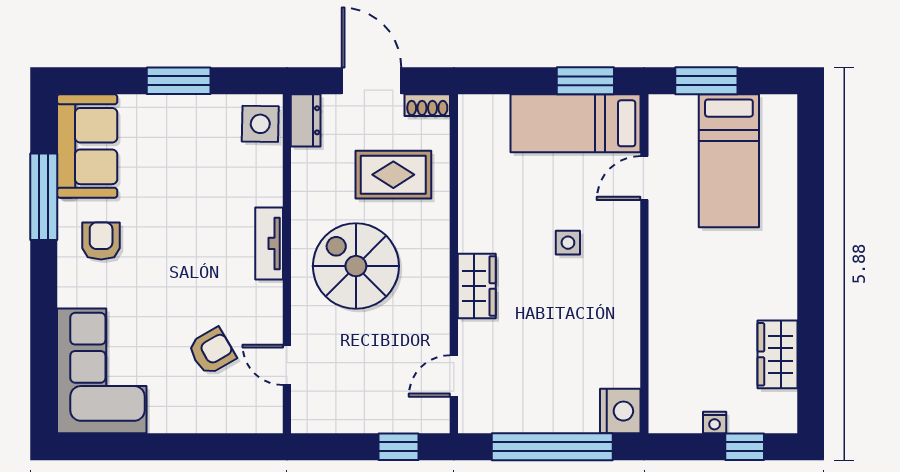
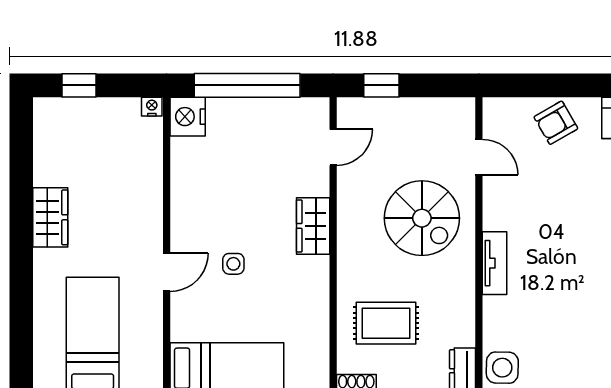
door: (644, 178) -> (167, 272), moved
spiral stairs: (356, 266) -> (422, 218), moved
armchair: (212, 351) -> (556, 123), moved
wardrobe: (777, 354) -> (50, 217), moved
nightstand: (715, 423) -> (152, 107), moved

